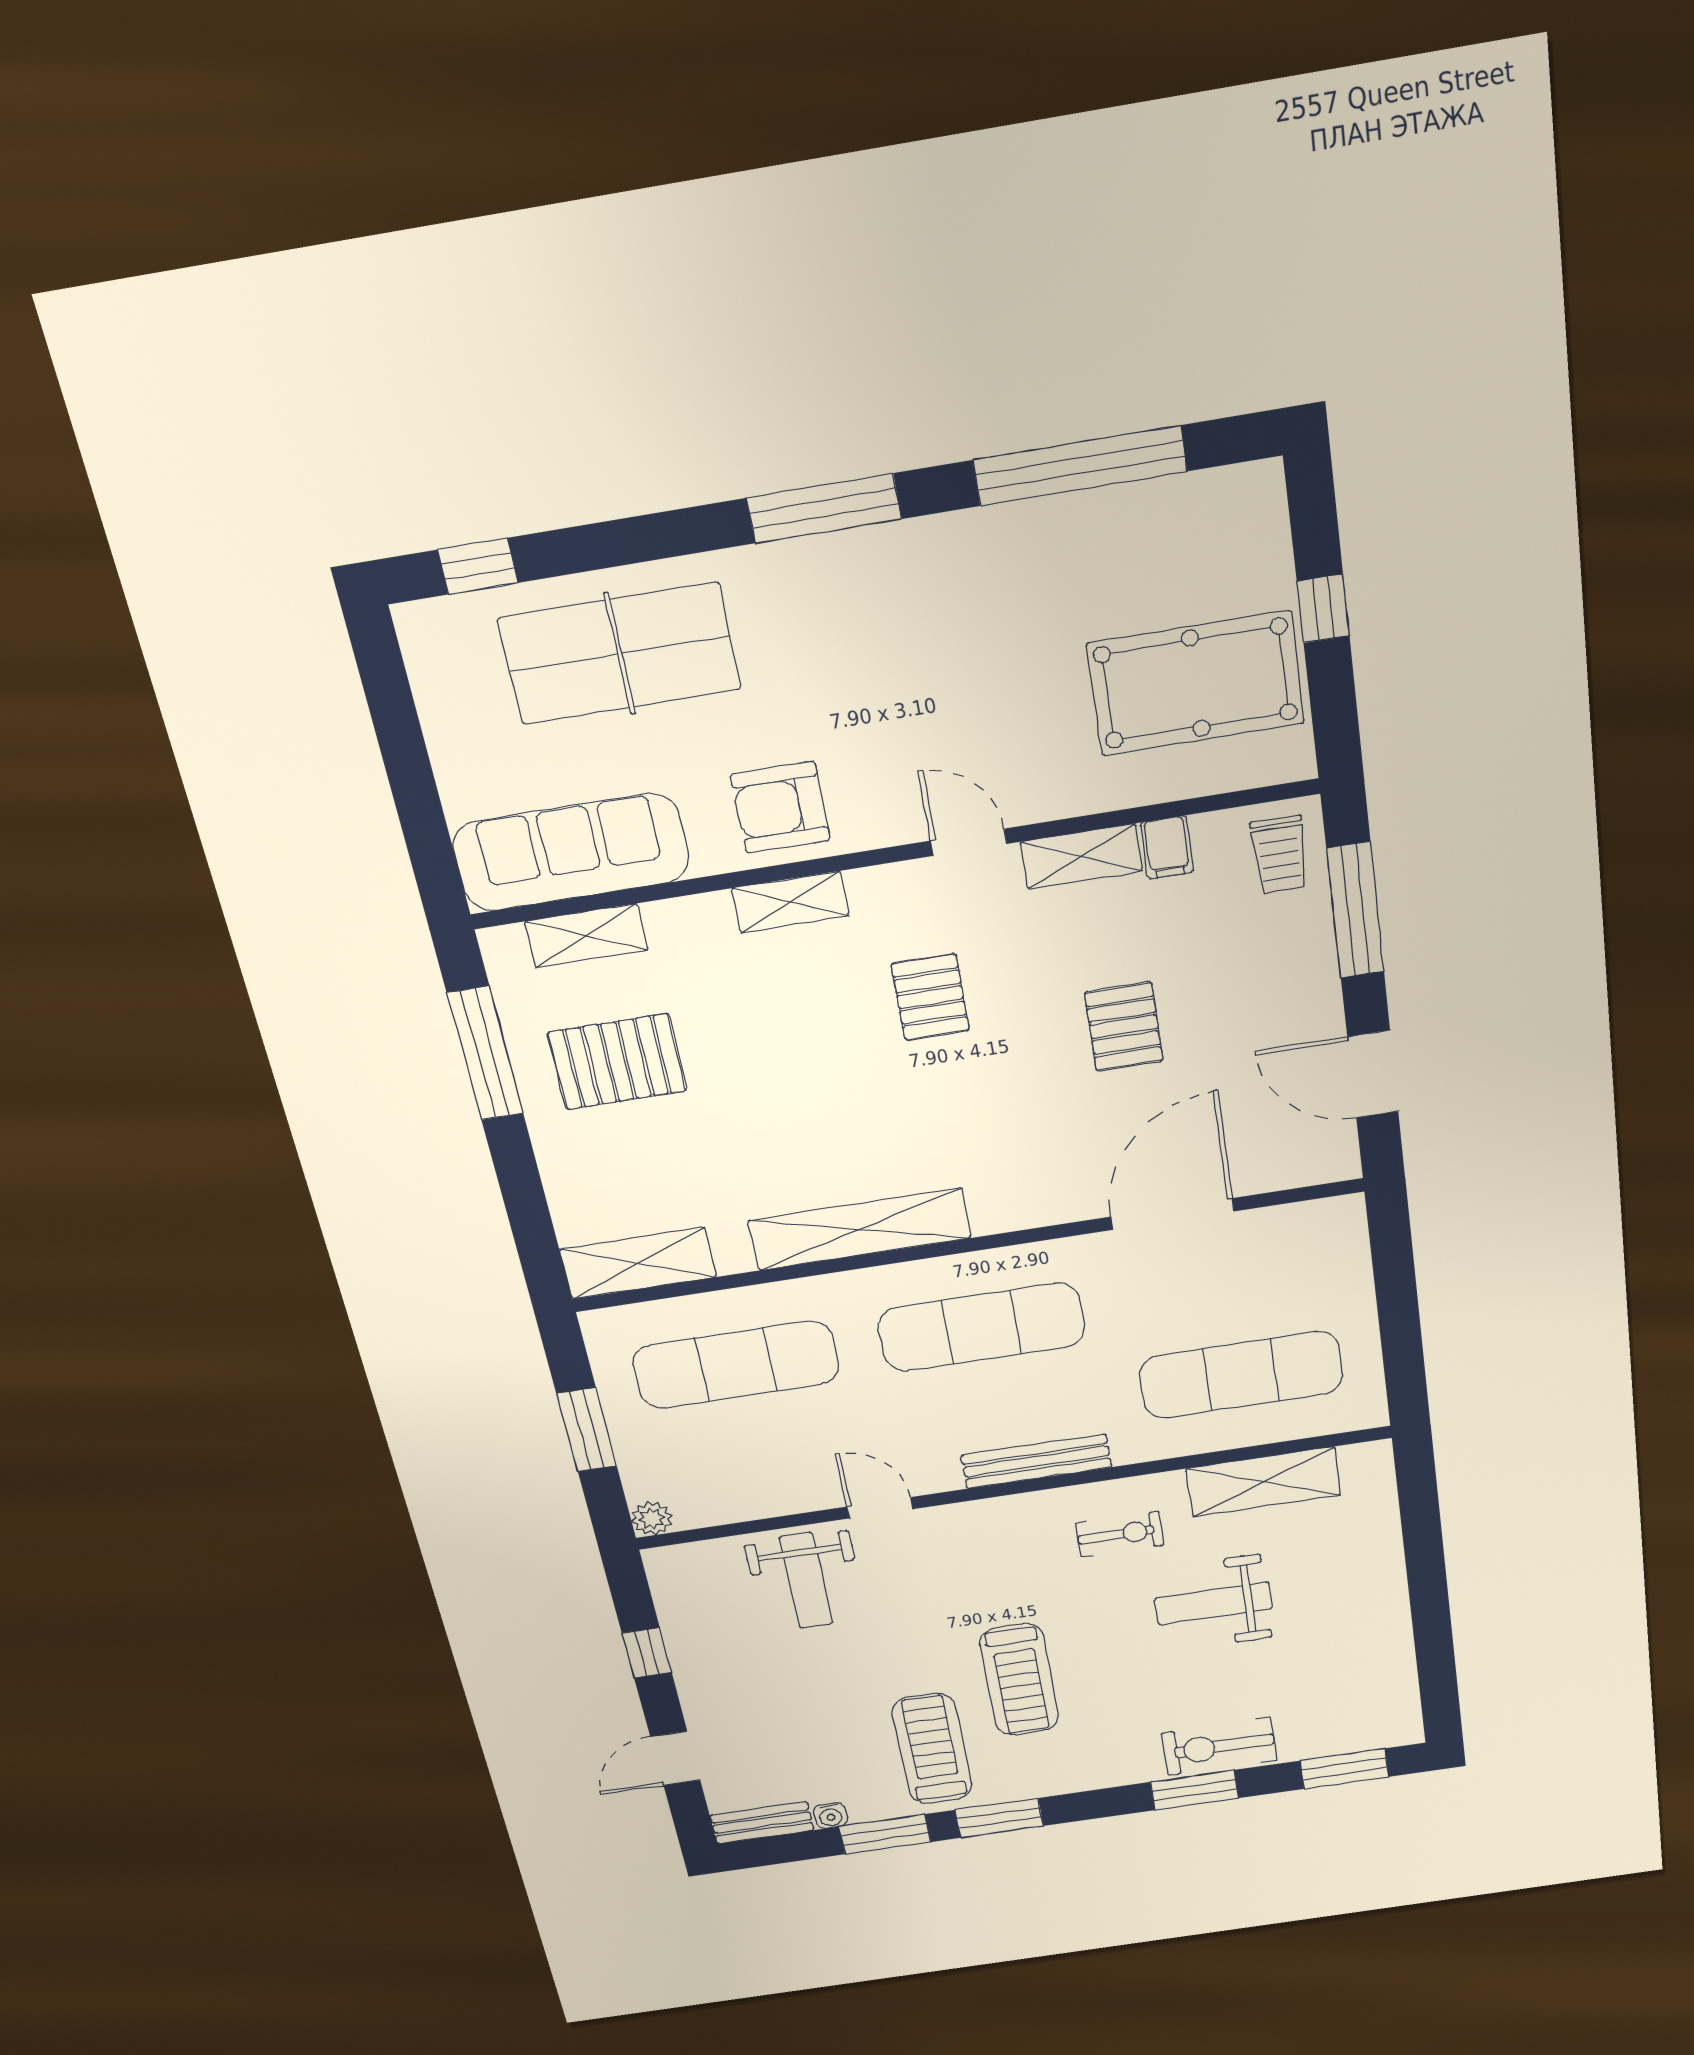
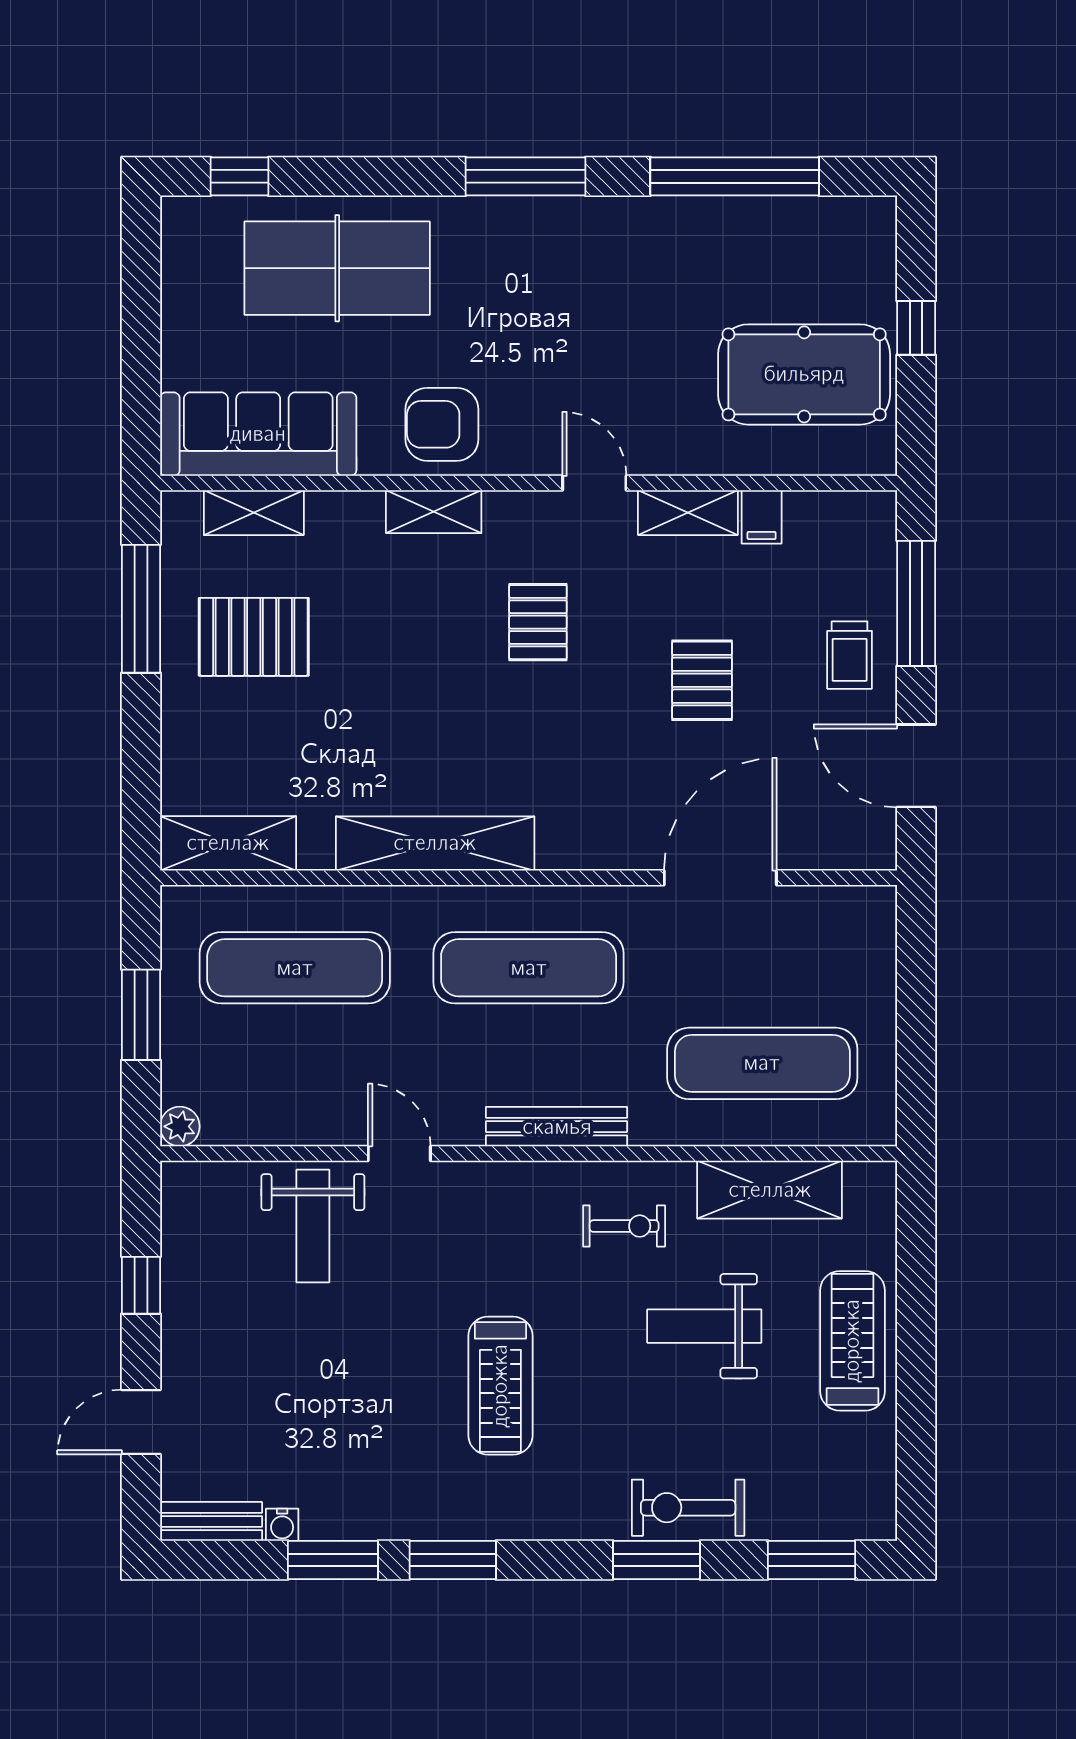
trolley: (1280, 855) -> (850, 655), moved
treadmill: (932, 1749) -> (852, 1341), moved

